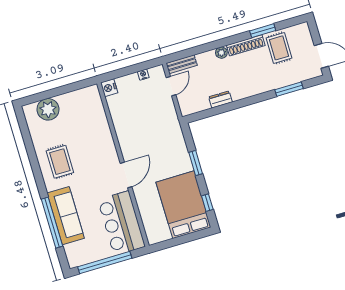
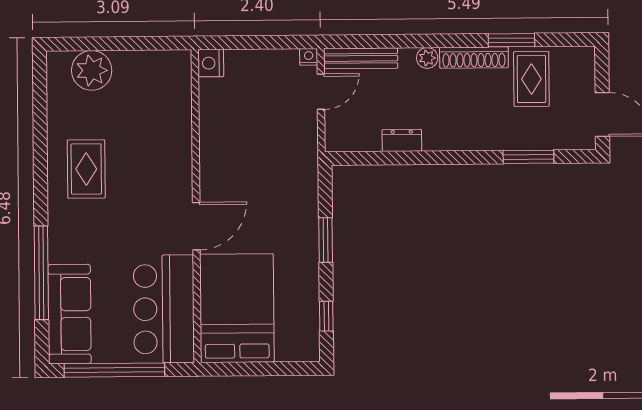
bench: (182, 64) -> (361, 58), width x1.36
nightstand: (143, 75) -> (309, 57), moved
bed: (183, 205) -> (237, 308), moved
sofa: (66, 216) -> (69, 314), moved

